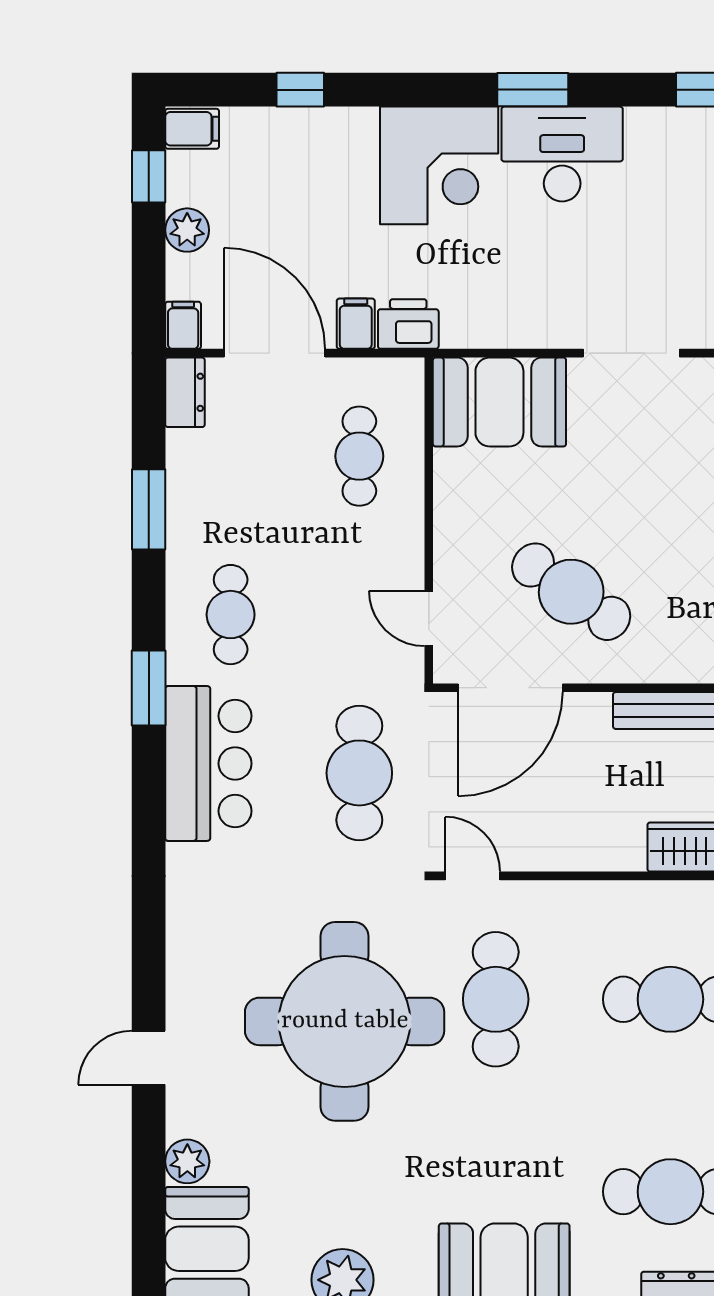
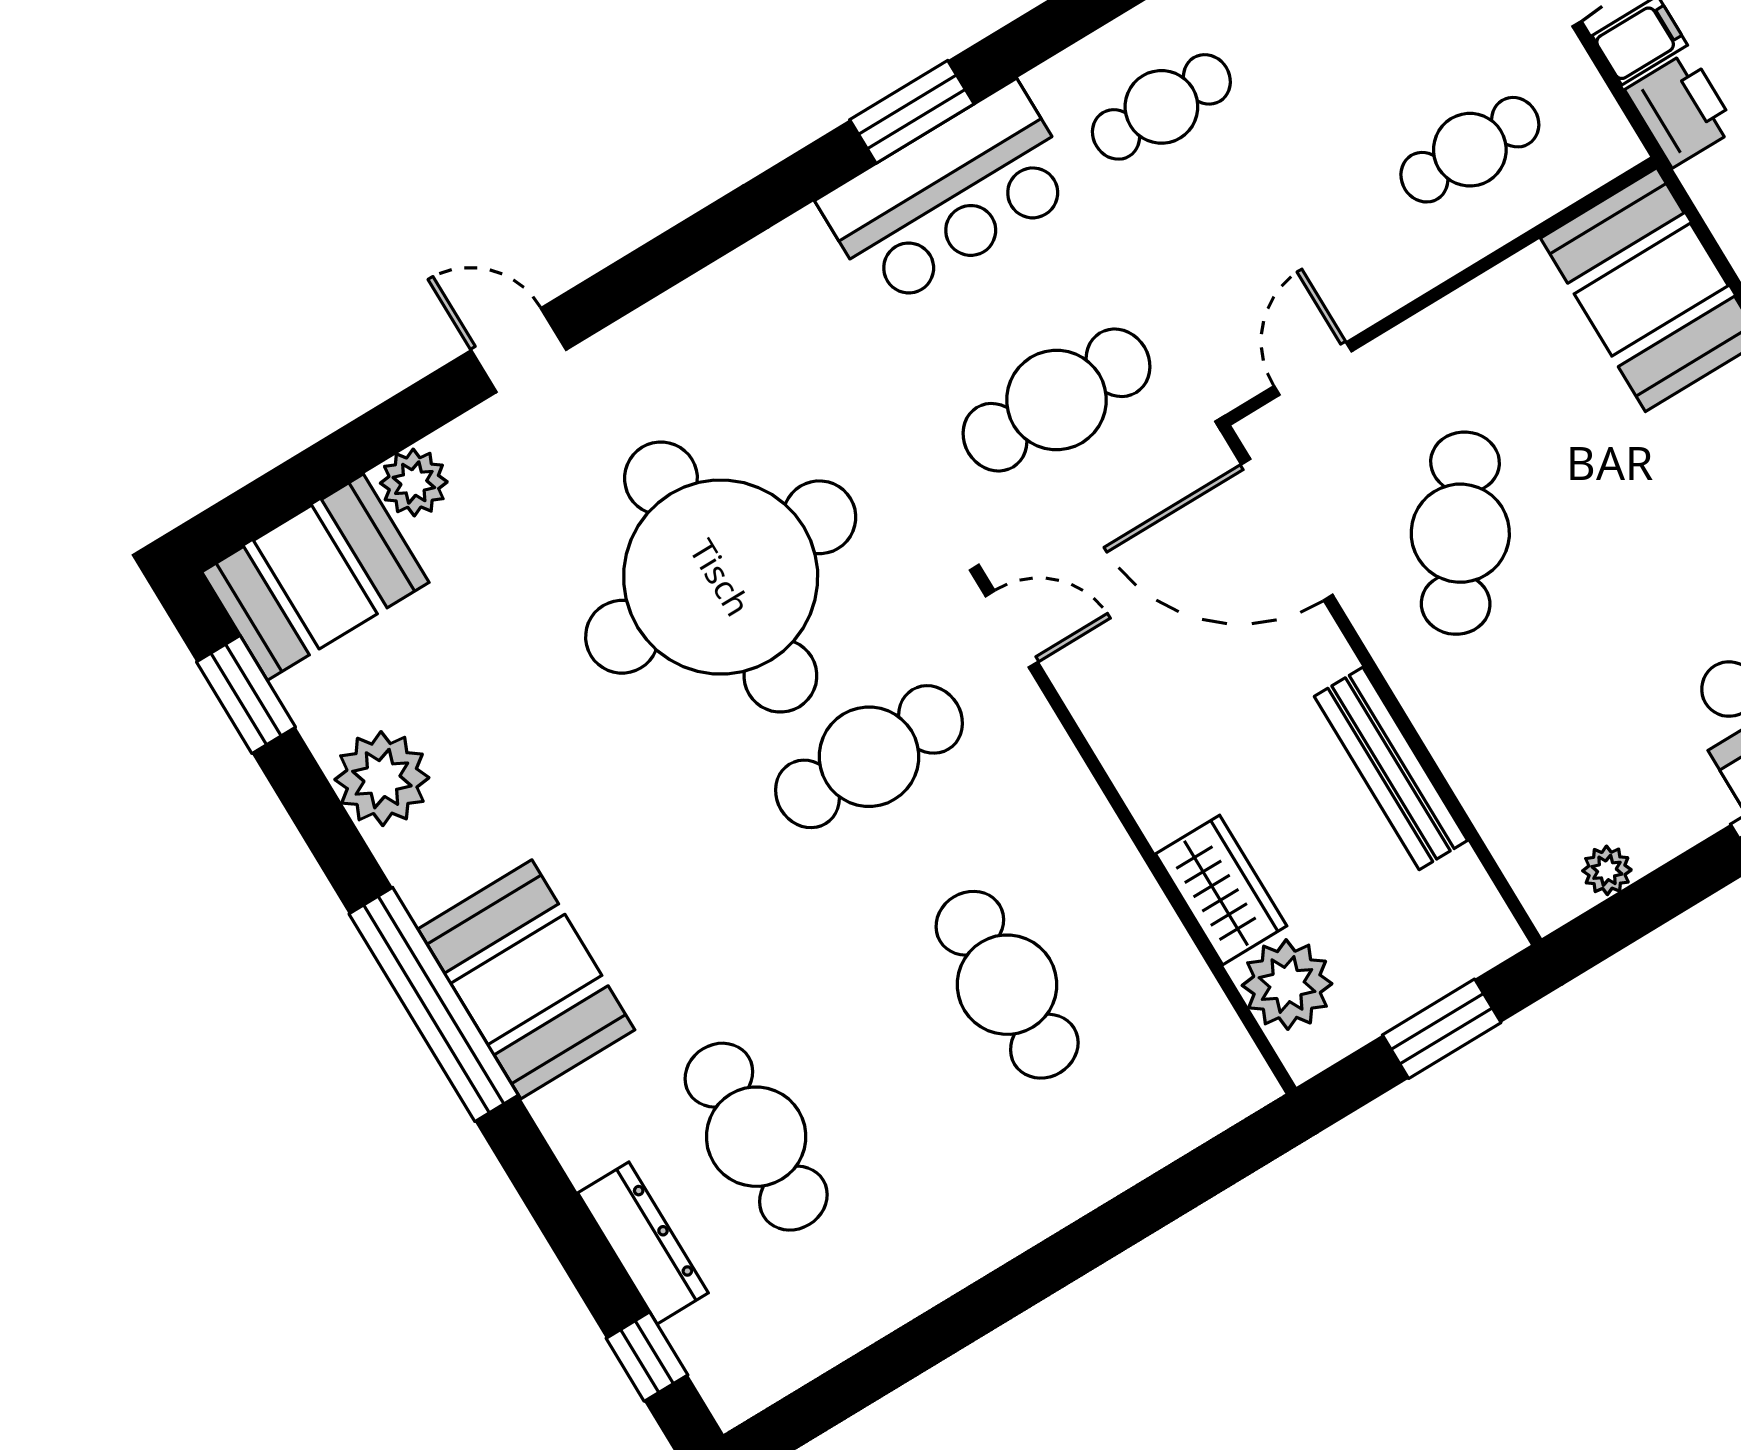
window: (149, 688) -> (912, 112), moved
door: (473, 876) -> (1012, 629), hinge flipped

